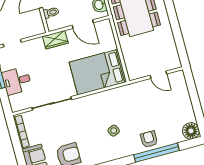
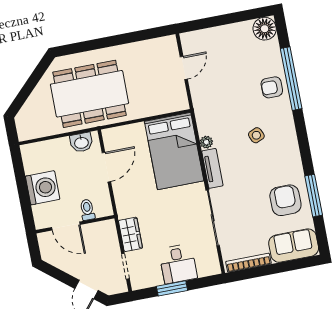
wardrobe: (55, 40) -> (130, 234), moved
plant: (106, 95) -> (206, 142), added
tv unit: (87, 101) -> (212, 168), added

